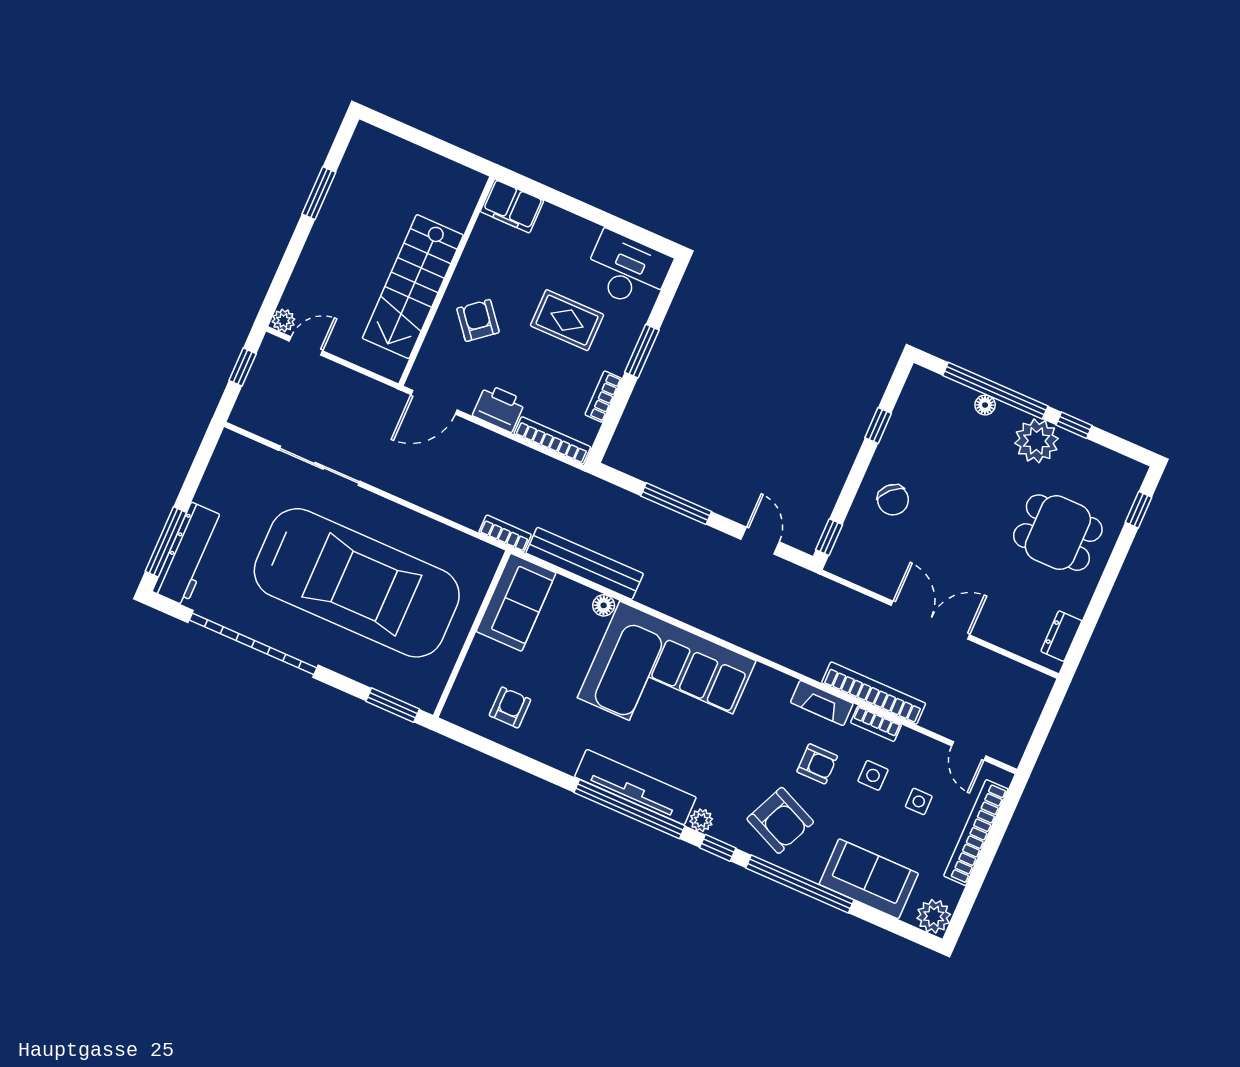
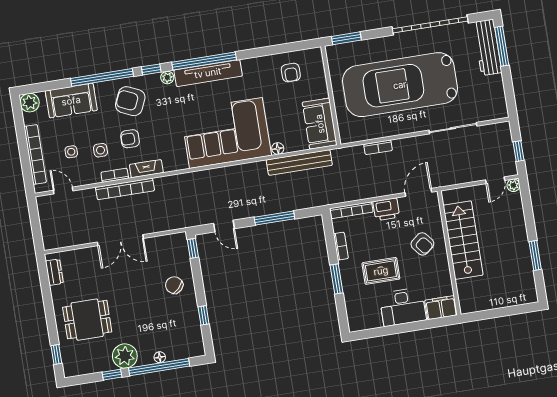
desk: (627, 270) -> (403, 307), moved
bookcase: (505, 533) -> (378, 147), moved

